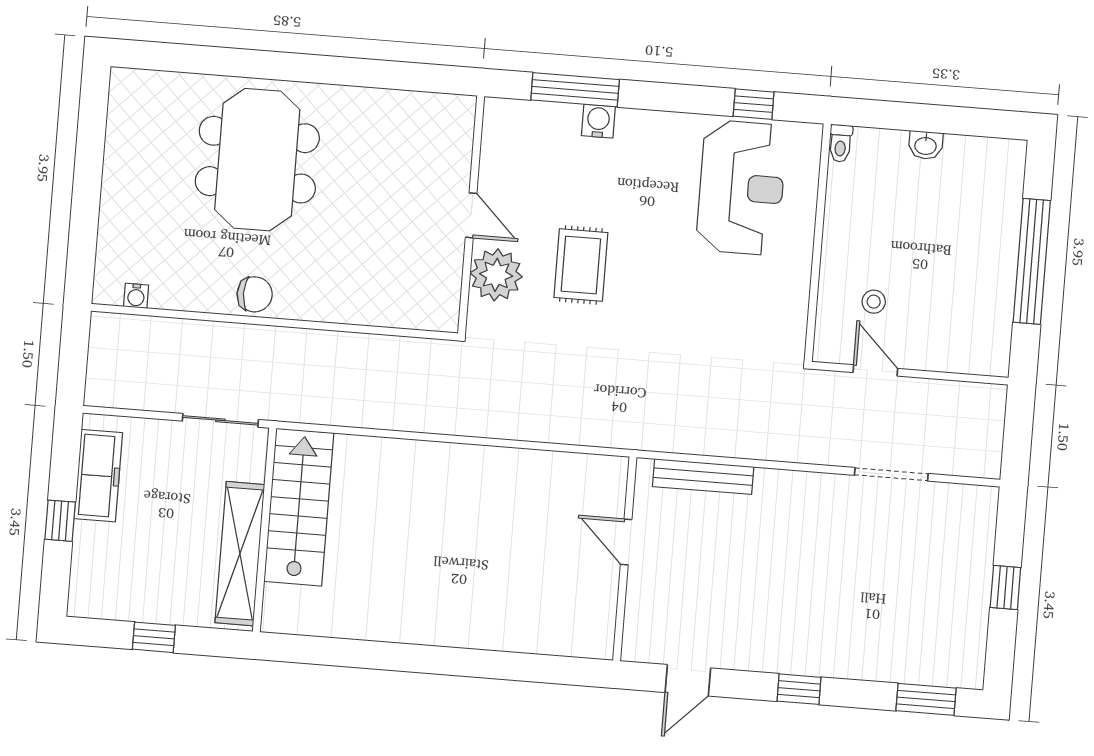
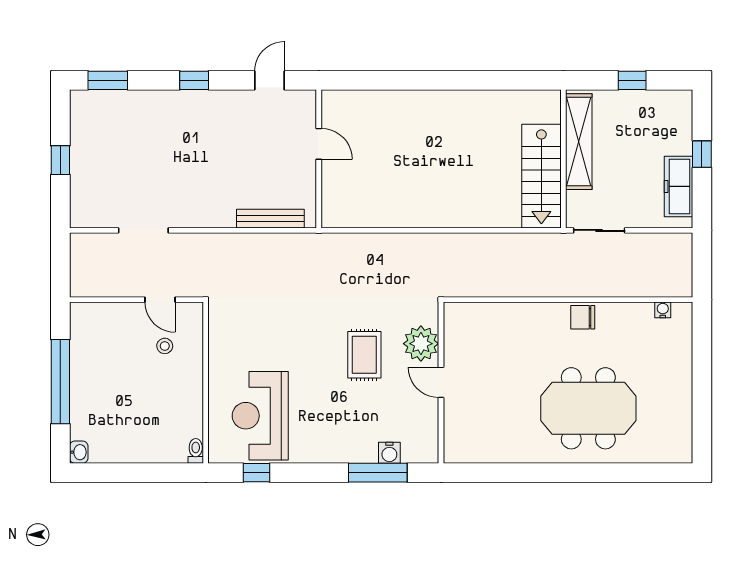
water cooler: (598, 121) -> (389, 453), moved
washbasin: (926, 145) -> (79, 452), moved, turned 90
meeting table: (257, 160) -> (588, 408), turned 90
door: (626, 542) -> (319, 144), moved

